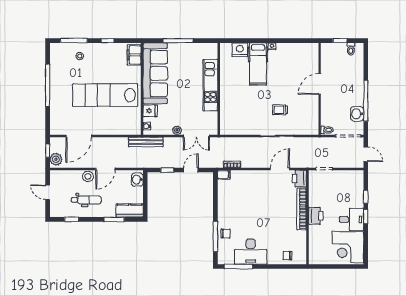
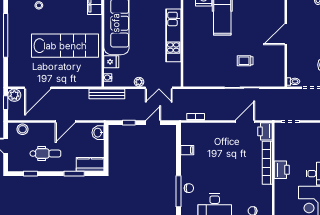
lab bench: (105, 95) -> (65, 46), turned 180
plant: (56, 159) -> (14, 95), moved
filing cabinet: (224, 175) -> (187, 150), moved
stool: (88, 176) -> (22, 129), moved

